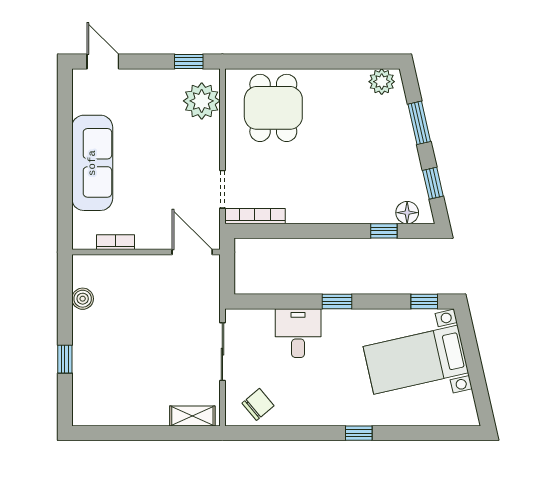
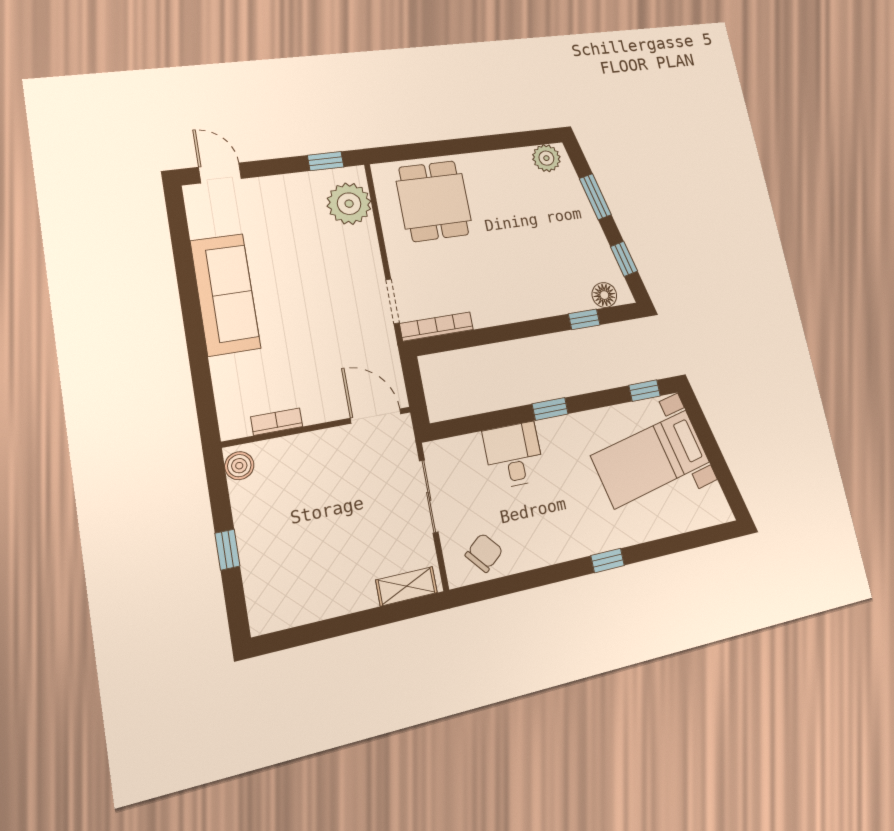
bookcase: (115, 242) -> (277, 422), moved
wall: (146, 252) -> (318, 427), moved
door: (192, 252) -> (376, 416), moved

